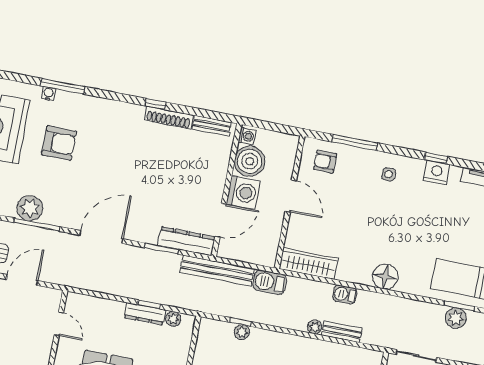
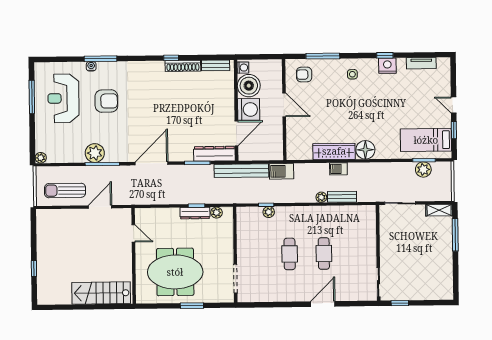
wardrobe: (309, 264) -> (334, 151), moved

